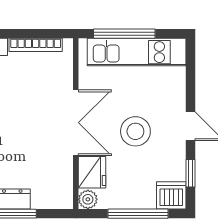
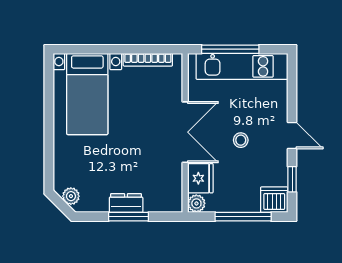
stool: (135, 131) -> (241, 140), width x0.53, depth x0.53

